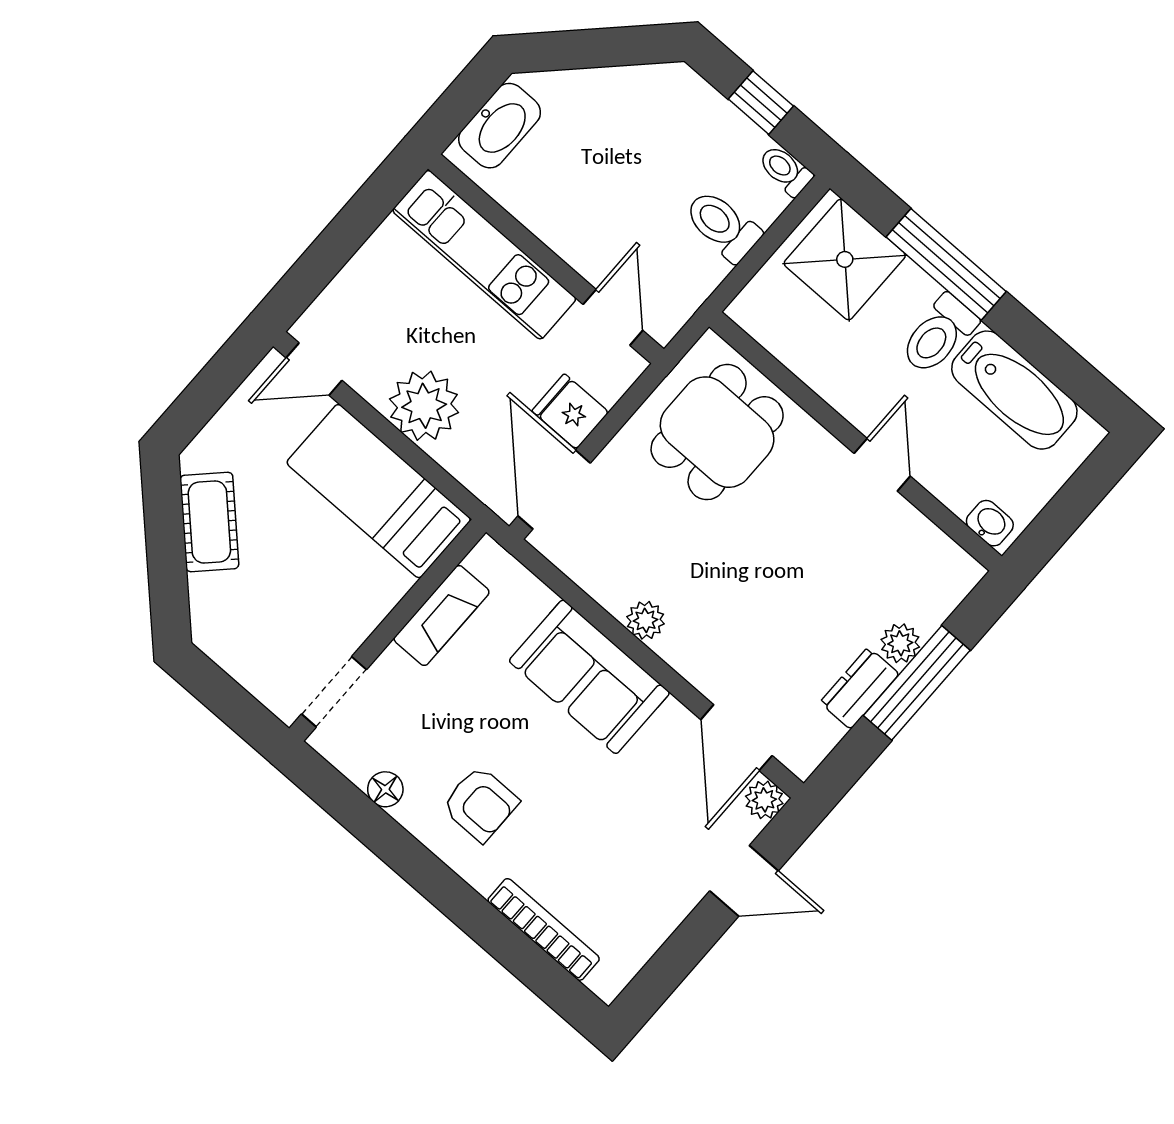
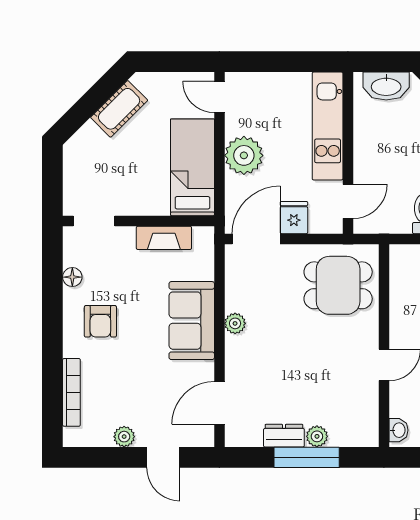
plant: (764, 800) -> (124, 437), moved

